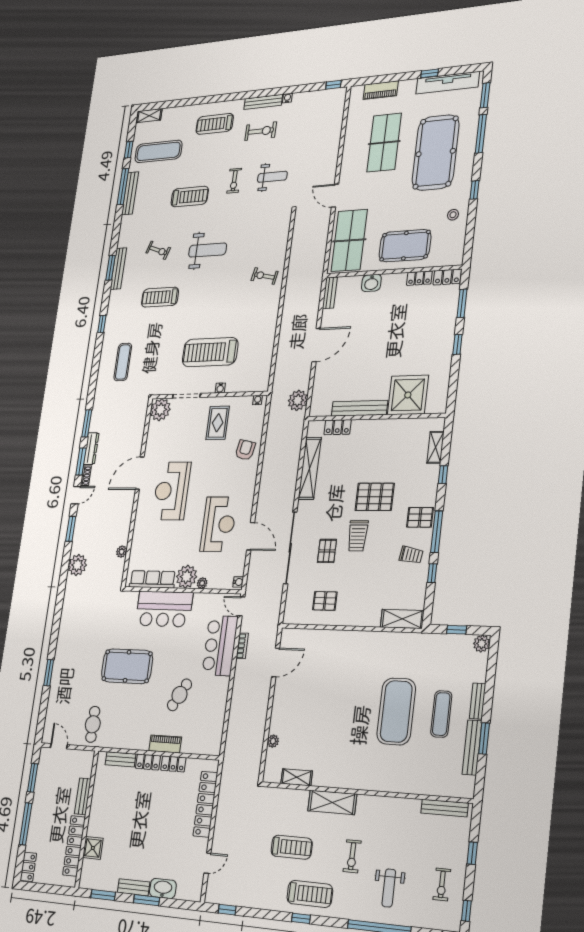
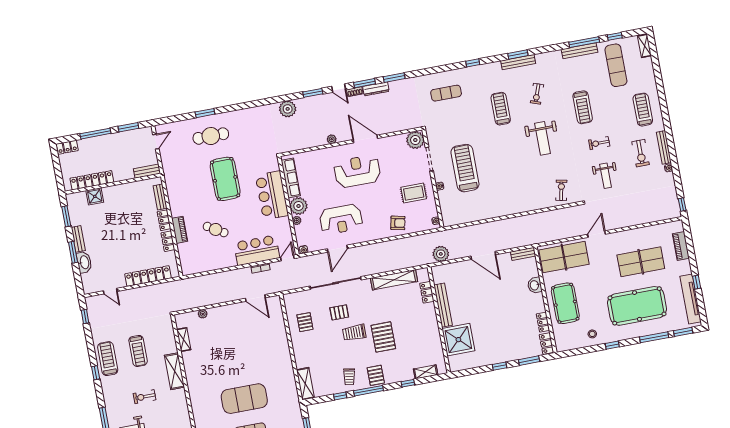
exercise bike: (265, 276) -> (561, 190), moved
plant: (122, 552) -> (332, 139), moved
cafe table: (93, 724) -> (211, 136), moved, width x1.37, depth x1.35
bench: (83, 796) -> (147, 171), moved
treadmill: (310, 894) -> (108, 359), moved, turned 180

